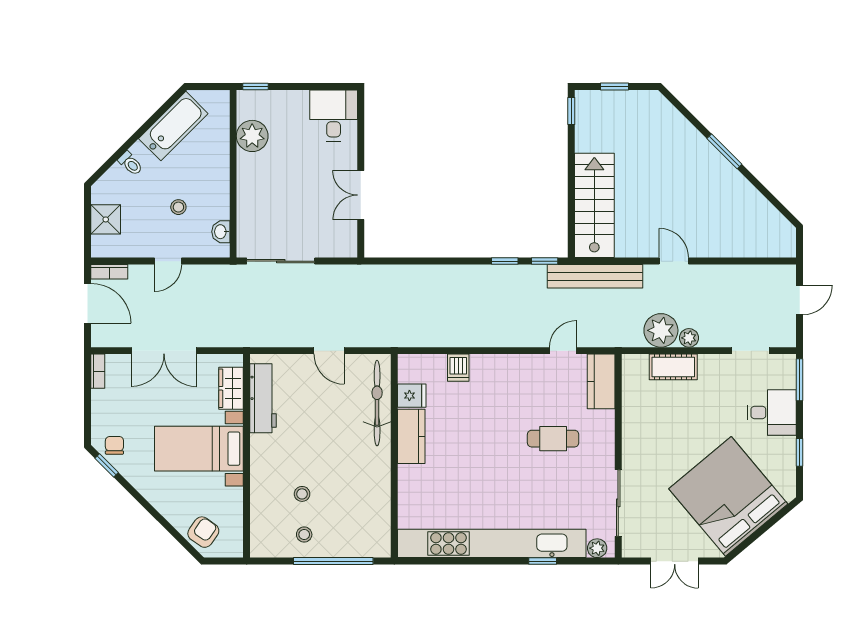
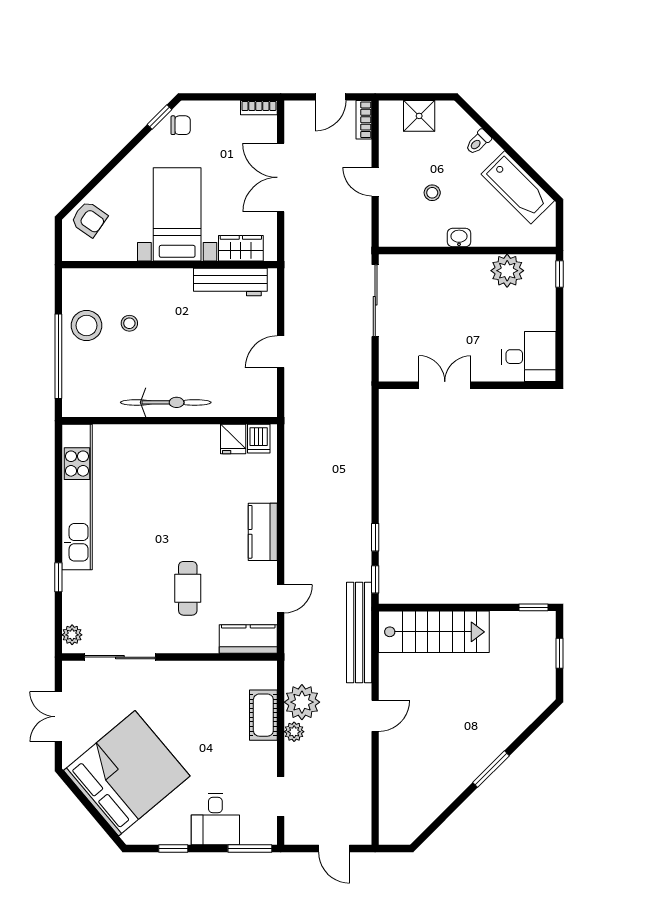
washbasin: (221, 232) -> (459, 238), moved
door: (88, 303) -> (331, 97), width x0.73
door: (563, 351) -> (281, 599), hinge flipped
dishwasher: (458, 368) -> (259, 439), moved, turned -90
bicycle: (377, 403) -> (166, 402), moved
kitchen counter: (411, 436) -> (263, 532), moved, turned 90
stool: (304, 535) -> (87, 325), width x1.89, depth x1.89
kitchen unit: (492, 543) -> (77, 497), width x0.73

